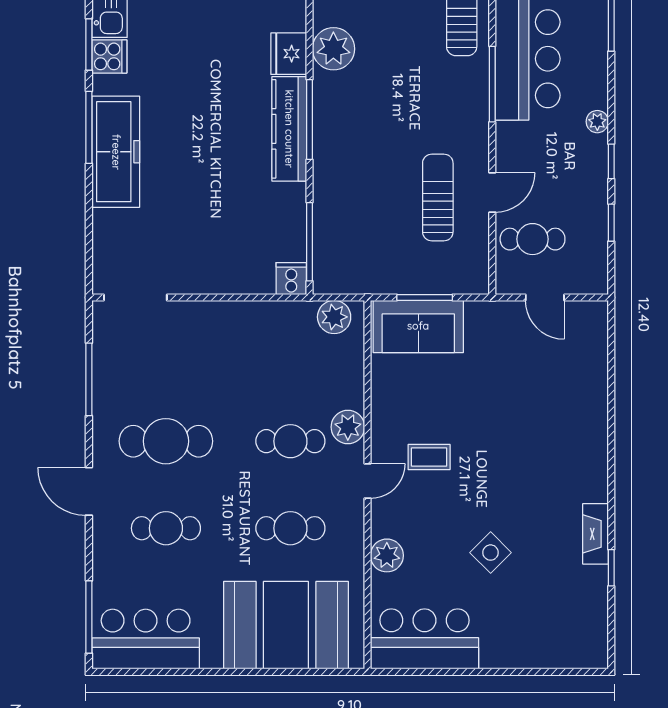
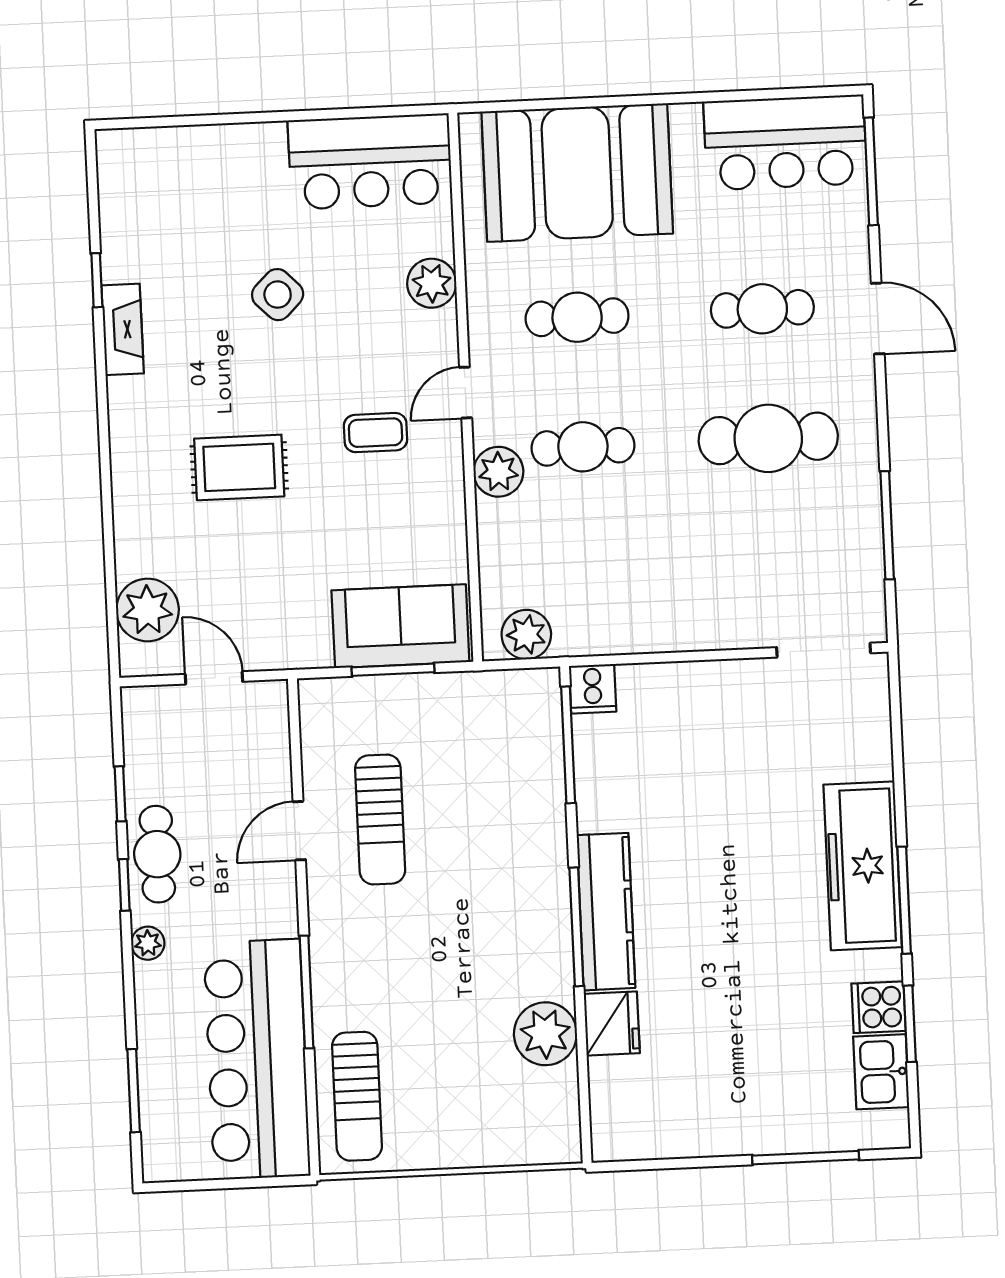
cafe table: (533, 239) -> (157, 854), moved, turned 90
plant: (587, 345) -> (147, 610), added
rug: (522, 438) -> (239, 467), added
door: (89, 491) -> (878, 318), moved

